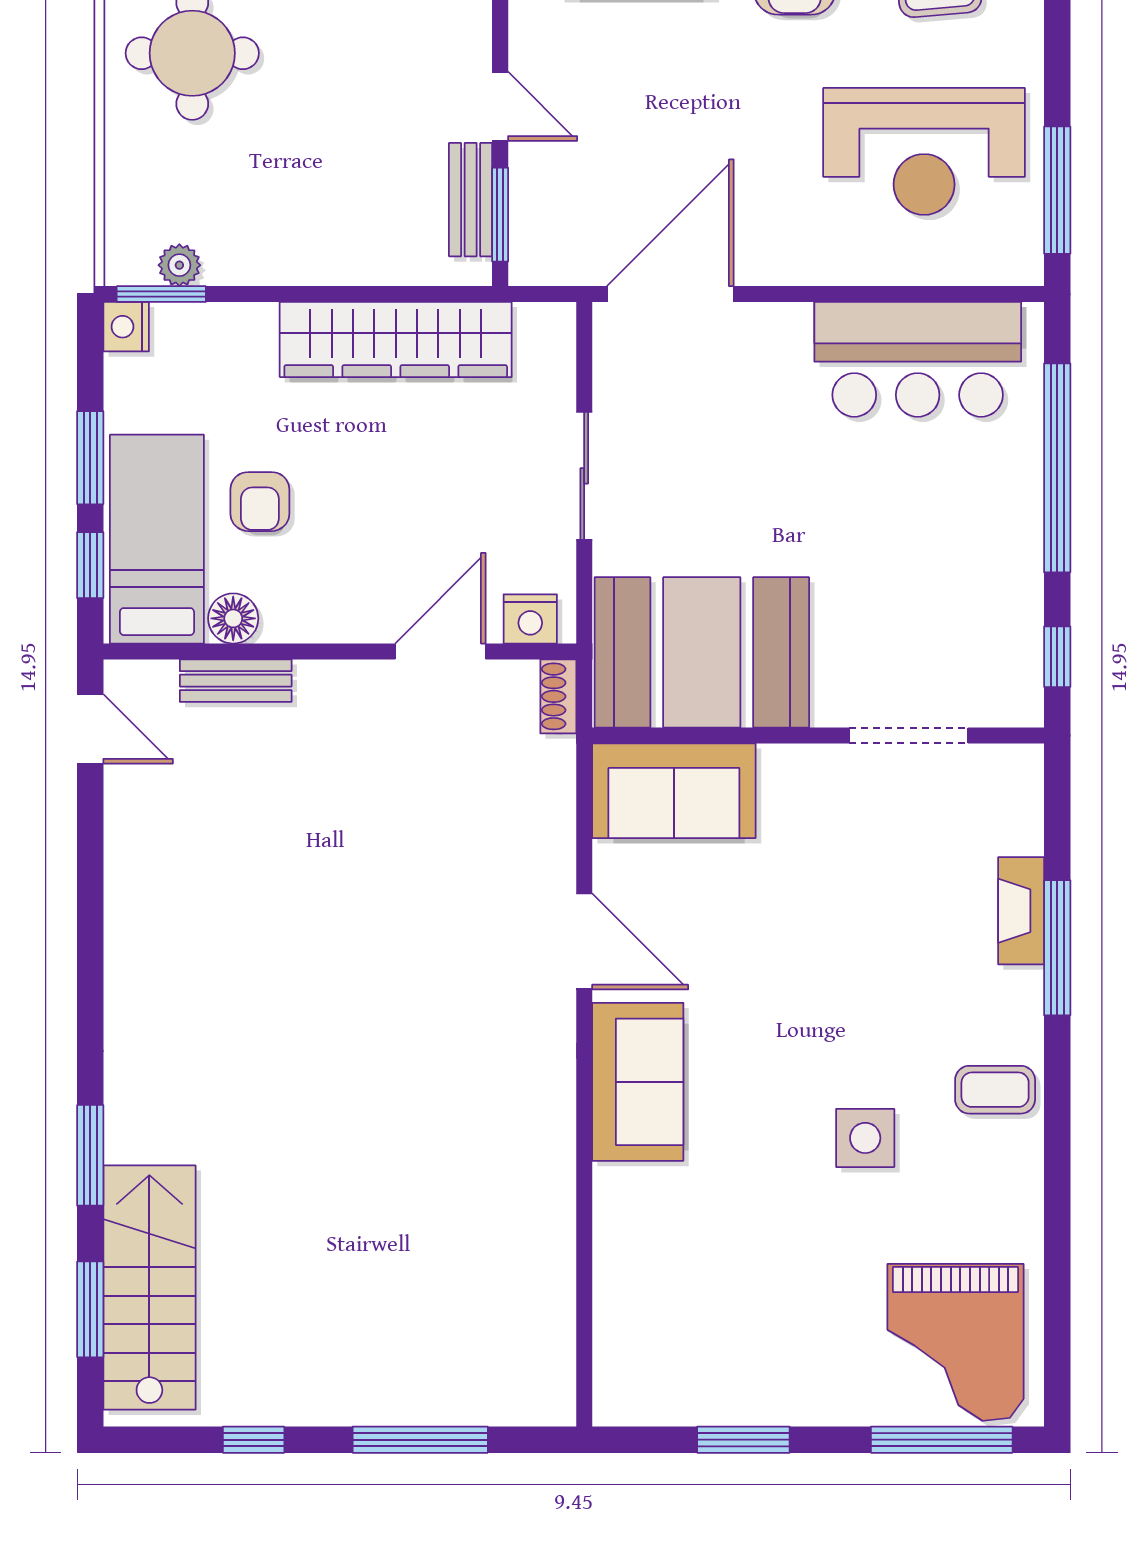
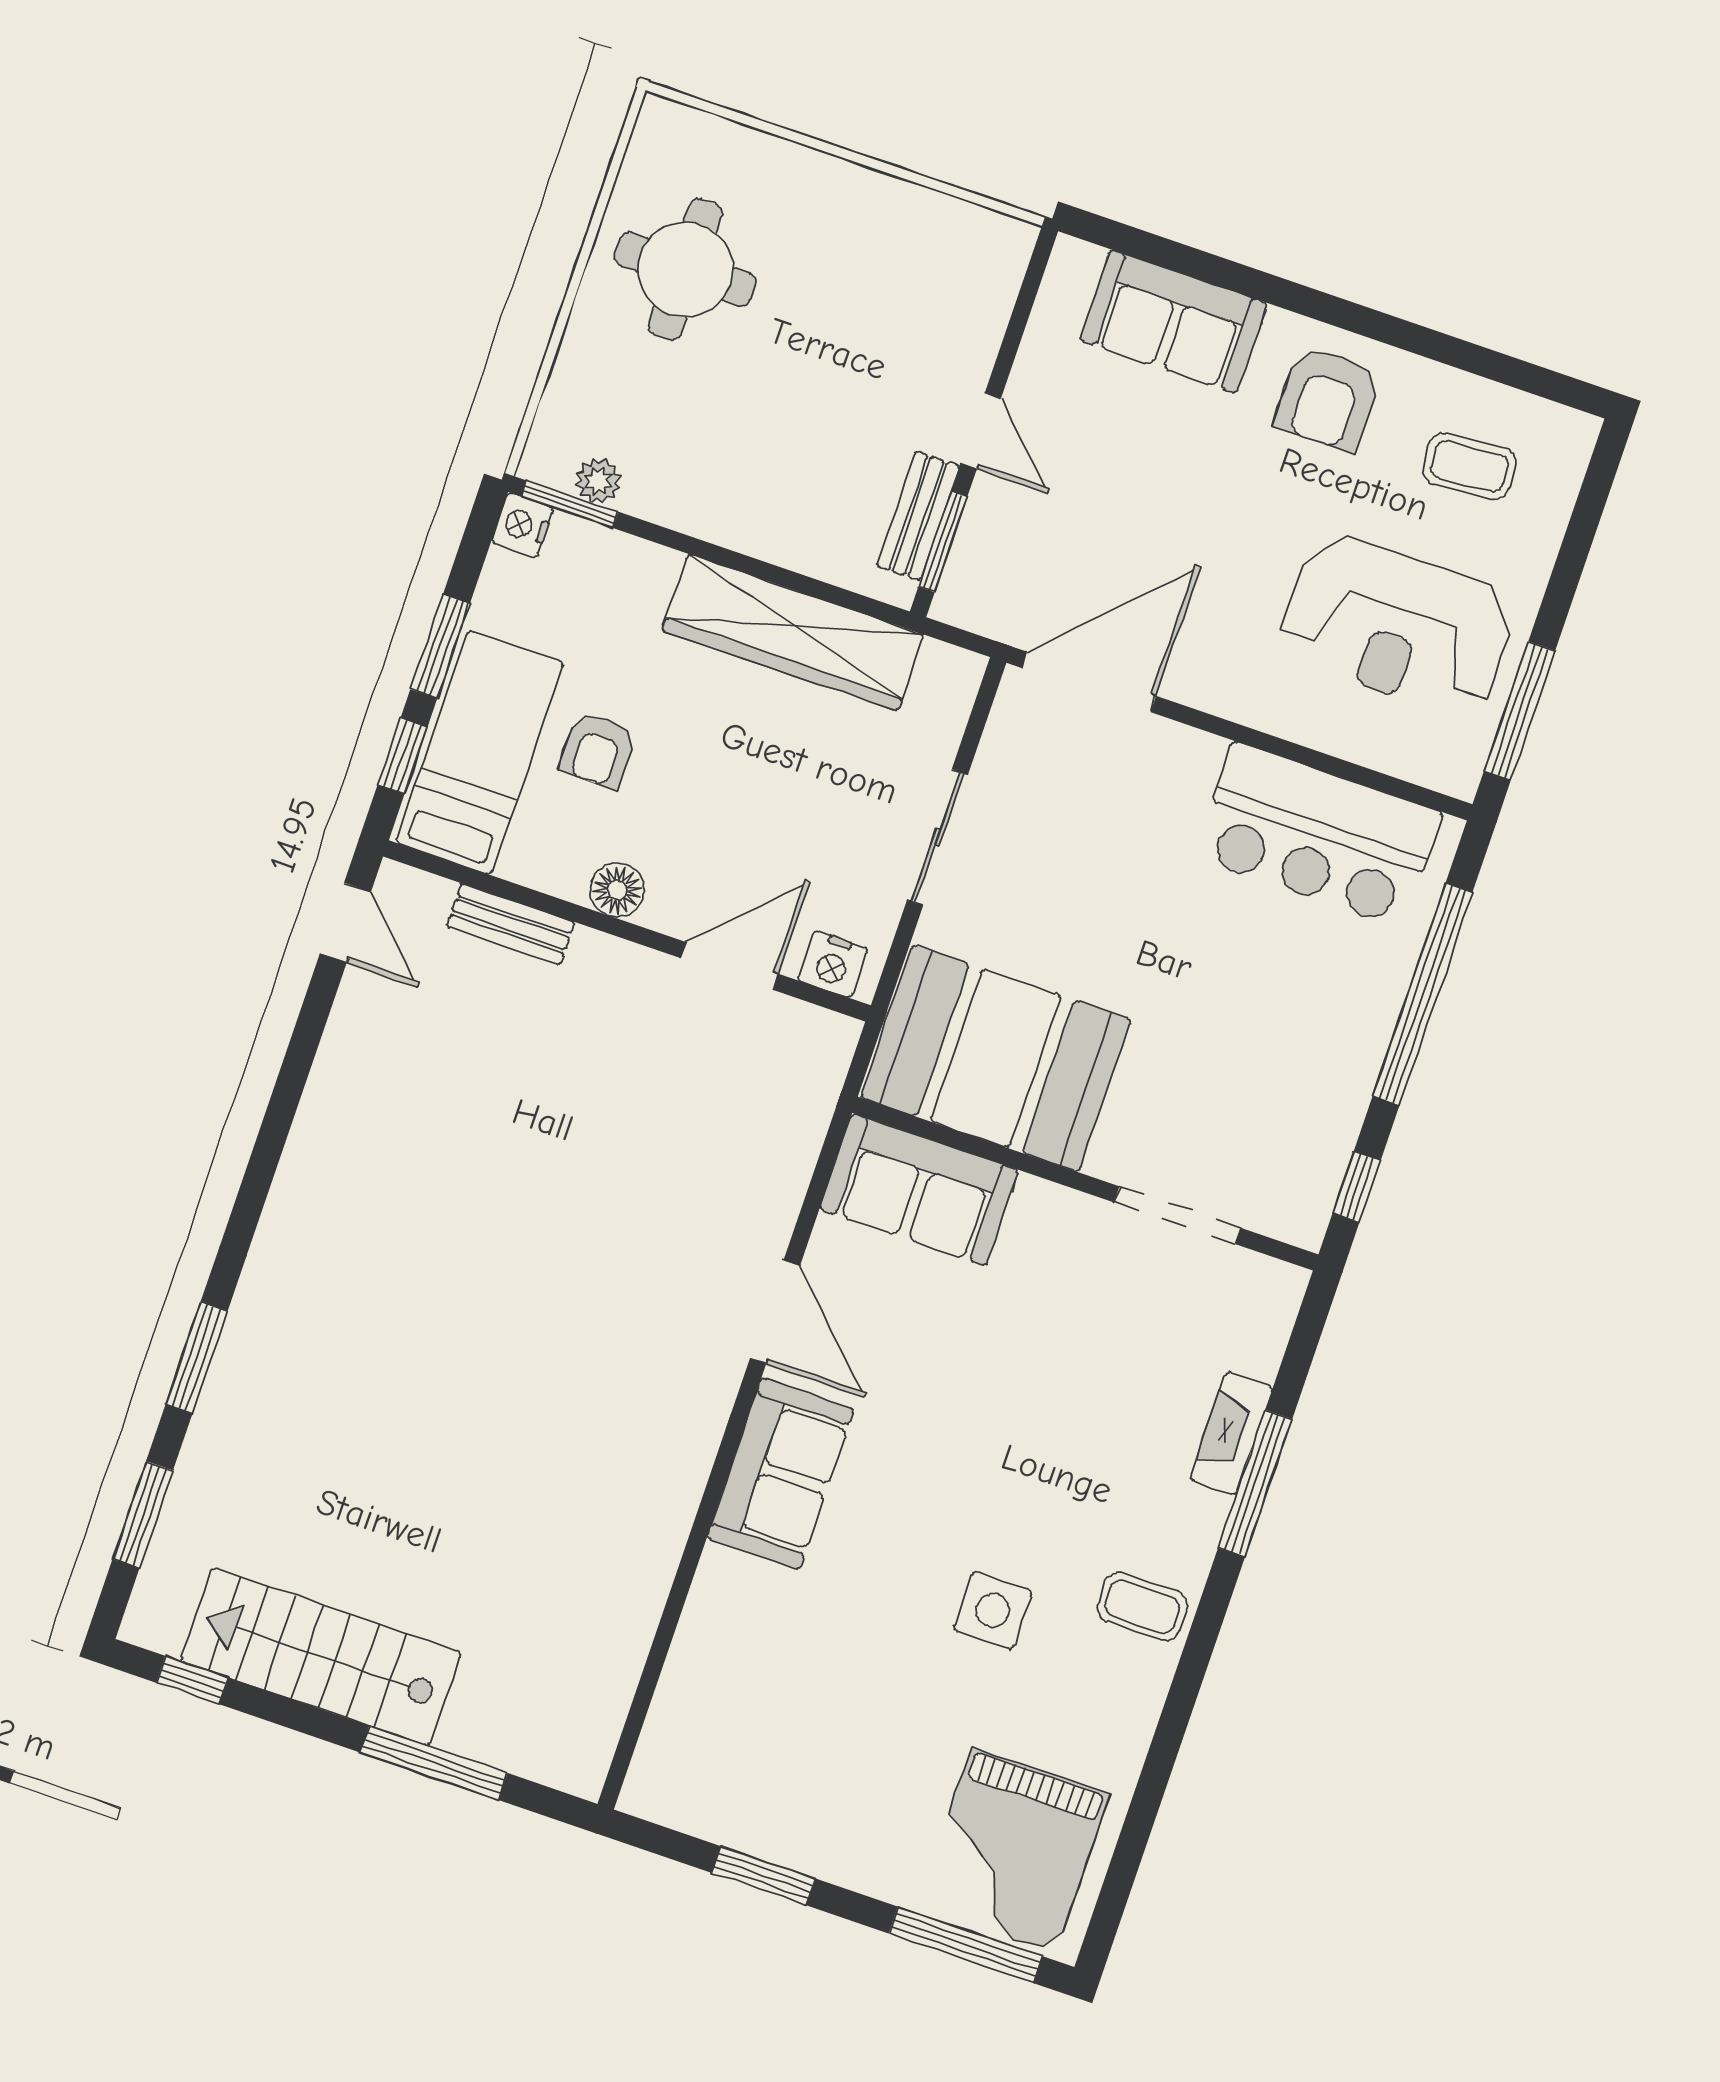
floor lamp: (233, 618) -> (617, 890), moved
shoe rack: (558, 696) -> (834, 1053), removed
stairs: (149, 1287) -> (321, 1657), moved, turned -90
window: (254, 1440) -> (192, 1680), moved

